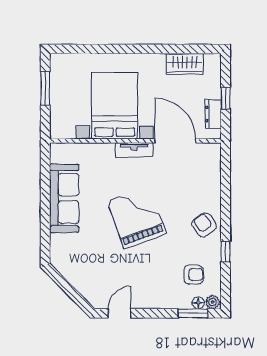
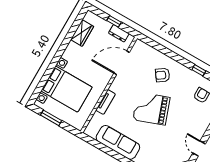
bed with nightstands: (115, 106) -> (67, 89), moved, turned 180
tv unit: (134, 150) -> (106, 102), moved
armchair: (204, 225) -> (163, 75), moved

